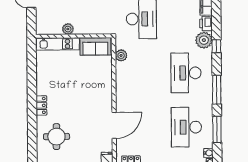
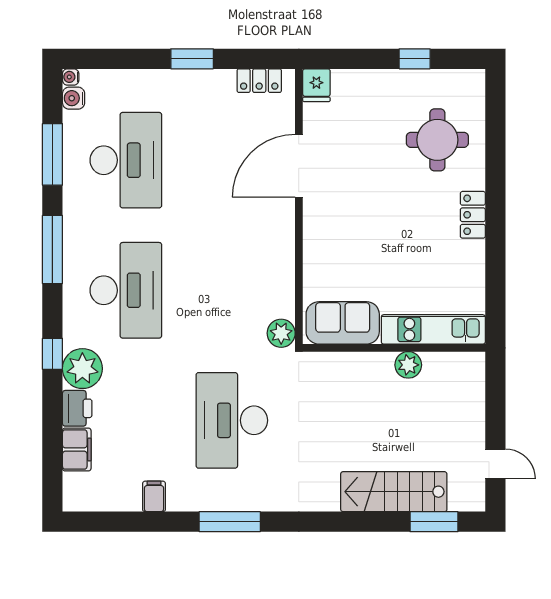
plant: (68, 29) -> (408, 365), moved
wall: (74, 36) -> (394, 348), moved
kitchen unit: (58, 44) -> (433, 329), moved
sofa: (95, 46) -> (343, 323), moved

